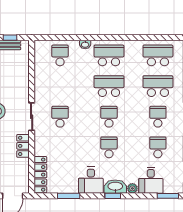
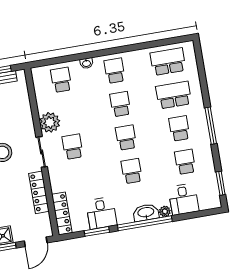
school desk: (109, 55) -> (115, 71), width x0.54
school desk: (109, 86) -> (120, 104), width x0.54
plant: (43, 92) -> (50, 122), added
locker: (23, 146) -> (39, 192), width x1.53
desk: (91, 180) -> (101, 213), moved
window: (113, 196) -> (145, 223), width x3.17
window: (168, 196) -> (205, 213), removed

